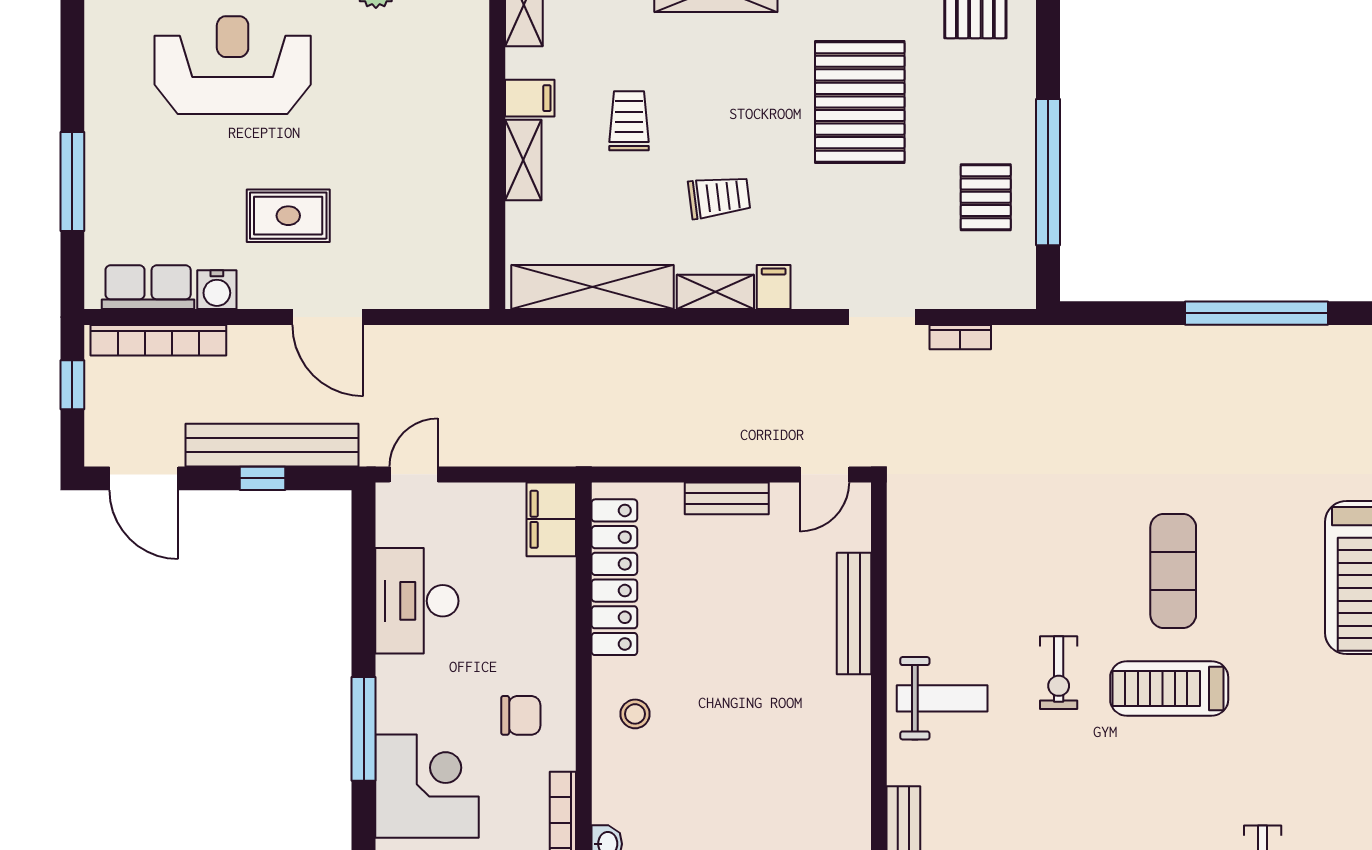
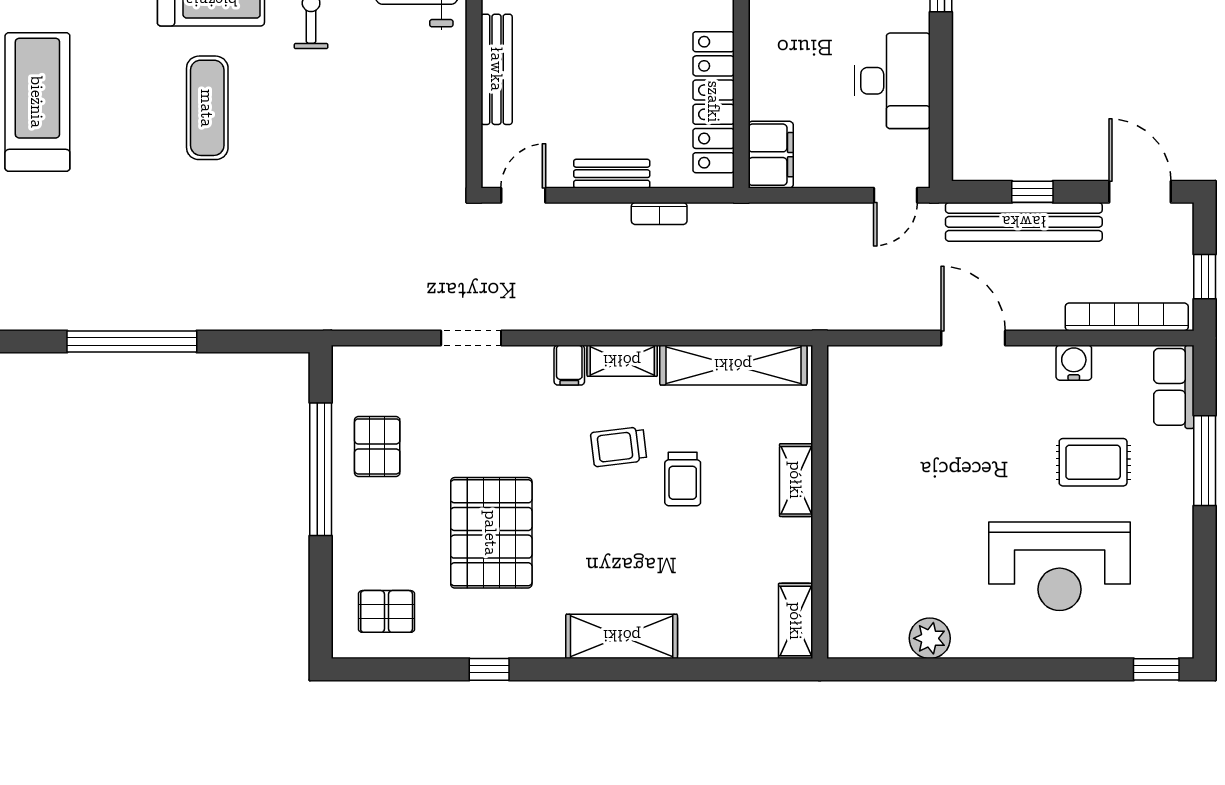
filing cabinet: (530, 98) -> (790, 536), removed
trolley: (629, 121) -> (683, 479), moved
rug: (288, 216) -> (1093, 462), moved
row of seats: (148, 287) -> (1174, 387), moved, turned 90
bookcase: (960, 337) -> (659, 214), moved, turned 180

